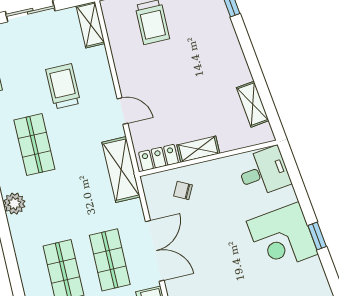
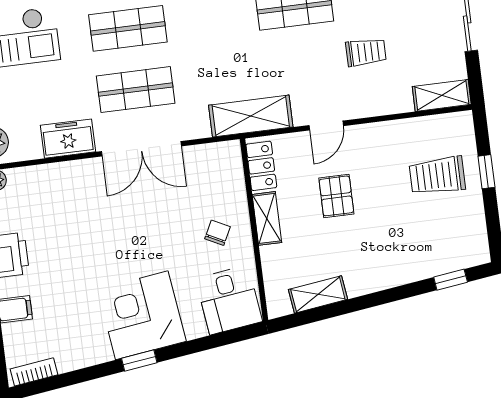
trolley: (63, 86) -> (366, 52), width x0.73, depth x0.72
pallet: (176, 98) -> (336, 196), added
chair: (183, 190) -> (217, 233), moved

